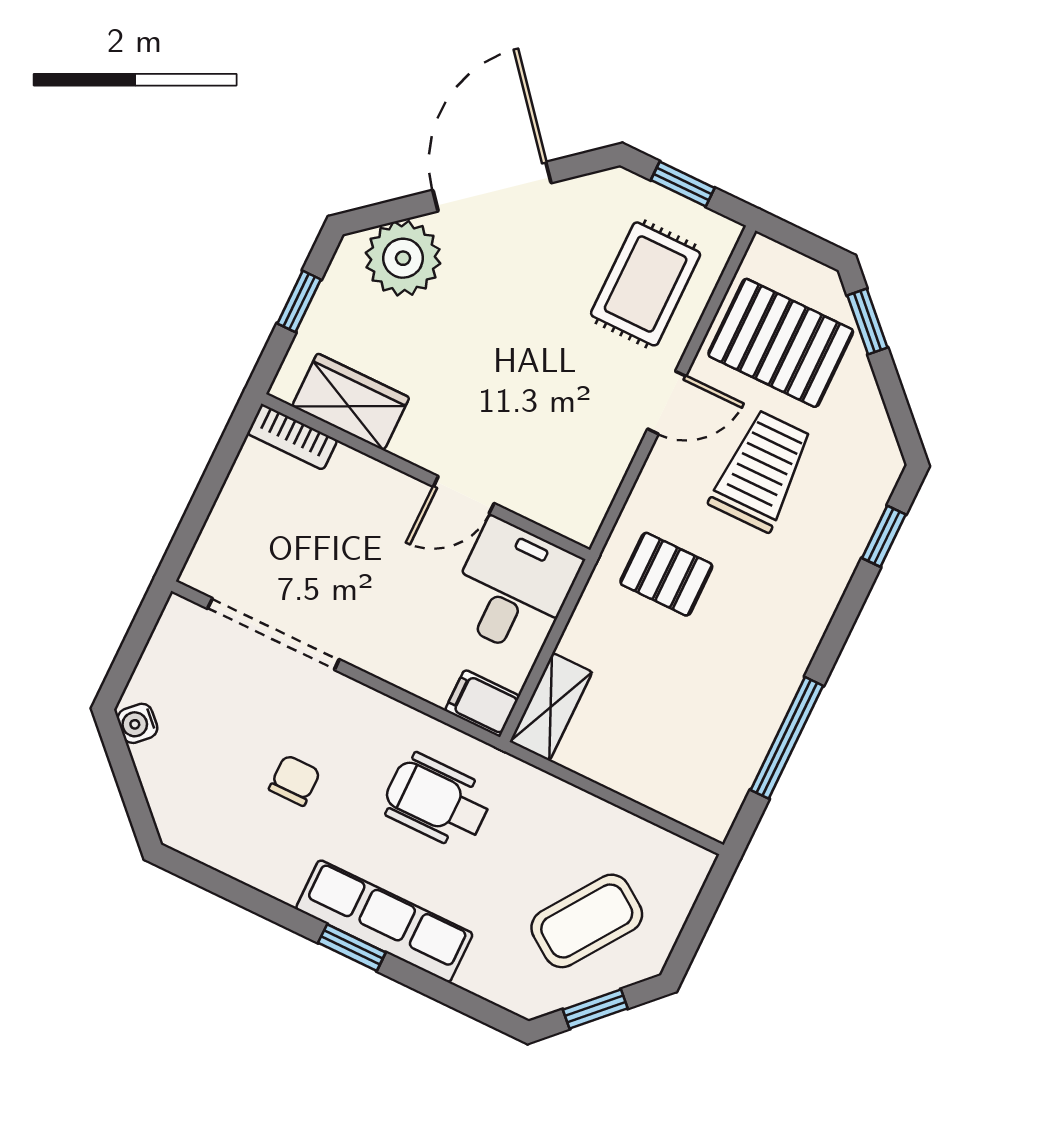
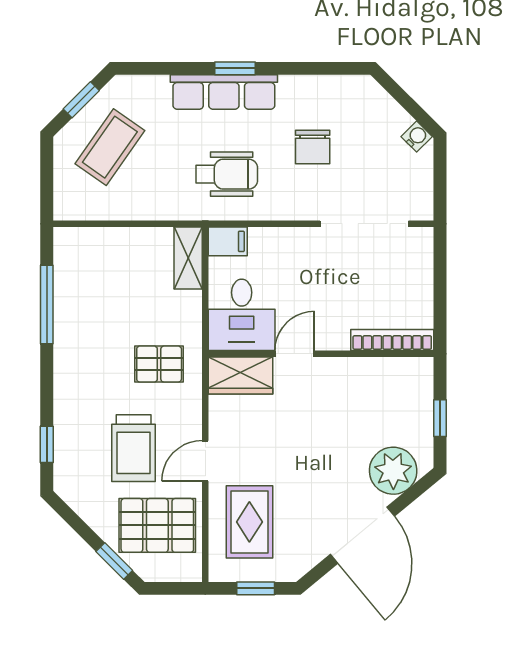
wardrobe: (351, 402) -> (241, 375), moved
bookcase: (292, 437) -> (392, 340), width x1.56
chair: (295, 780) -> (313, 147), width x1.37, depth x1.37

